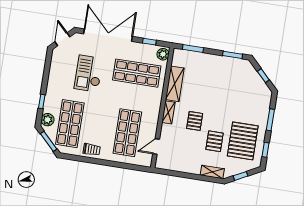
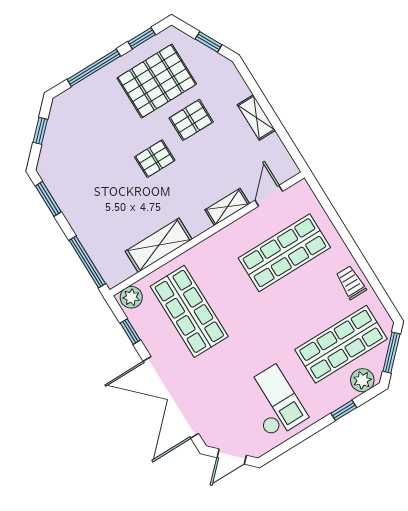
window: (193, 49) -> (87, 262), width x1.44
checkout: (89, 73) -> (274, 402), moved, turned -90
shelving: (168, 112) -> (227, 207), moved
window: (270, 120) -> (94, 68), width x1.44
pallet: (195, 121) -> (155, 159), moved
door: (156, 146) -> (269, 196), swing flipped
shelving: (212, 172) -> (256, 117), moved

